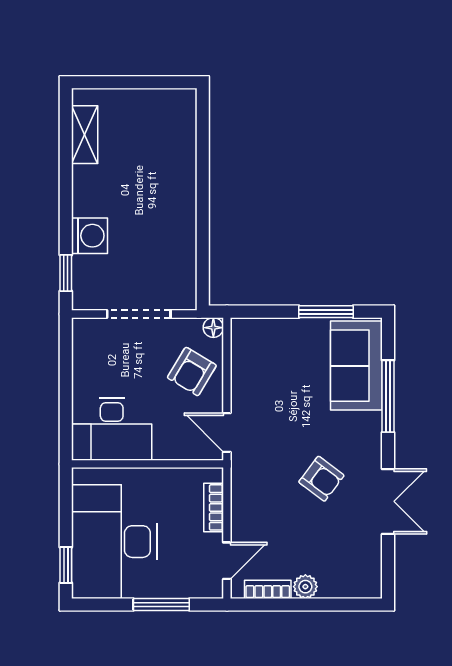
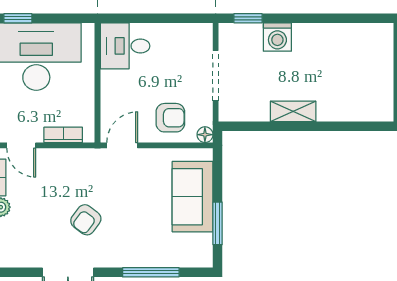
shelving: (85, 135) -> (293, 111), moved
sofa: (356, 366) -> (193, 197), moved, turned -90
armchair: (192, 372) -> (170, 118), turned 149
desk: (112, 429) -> (125, 46), width x0.73

